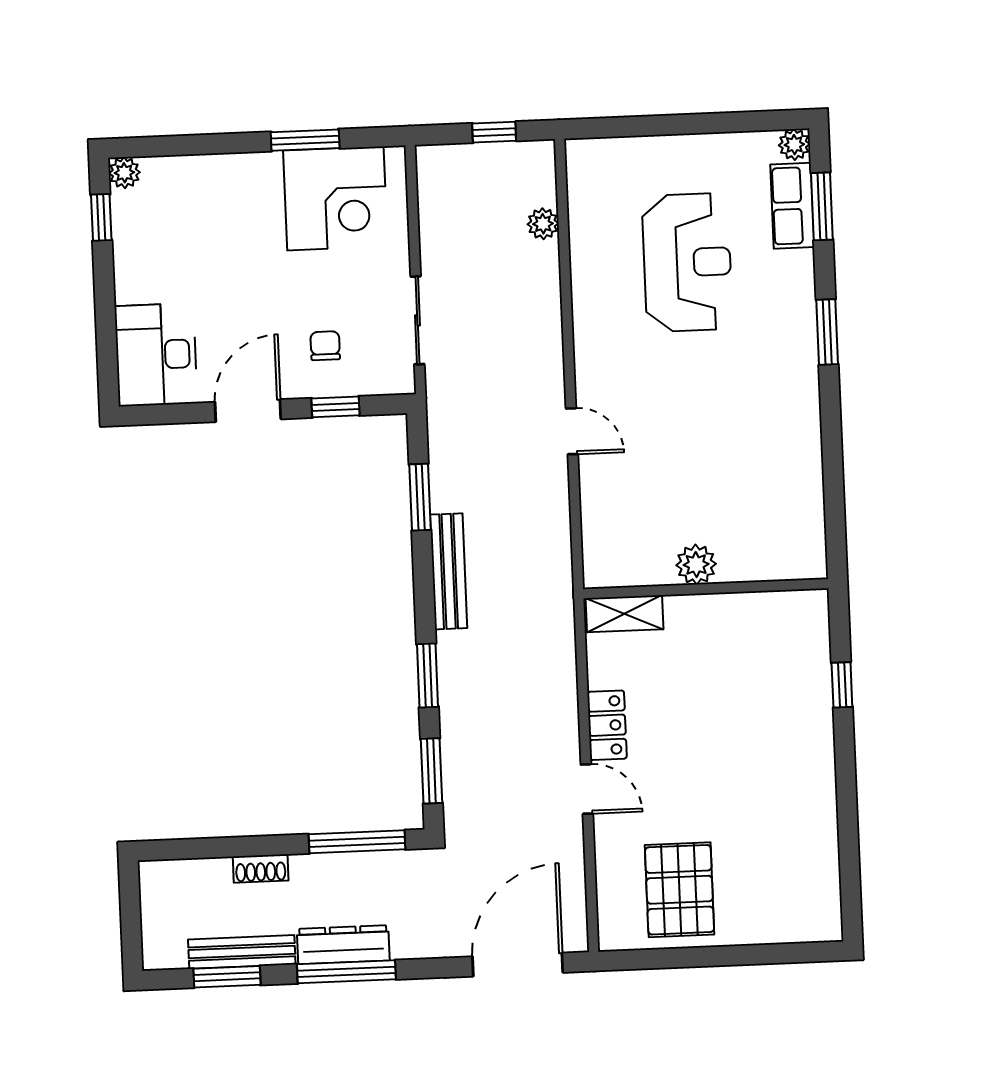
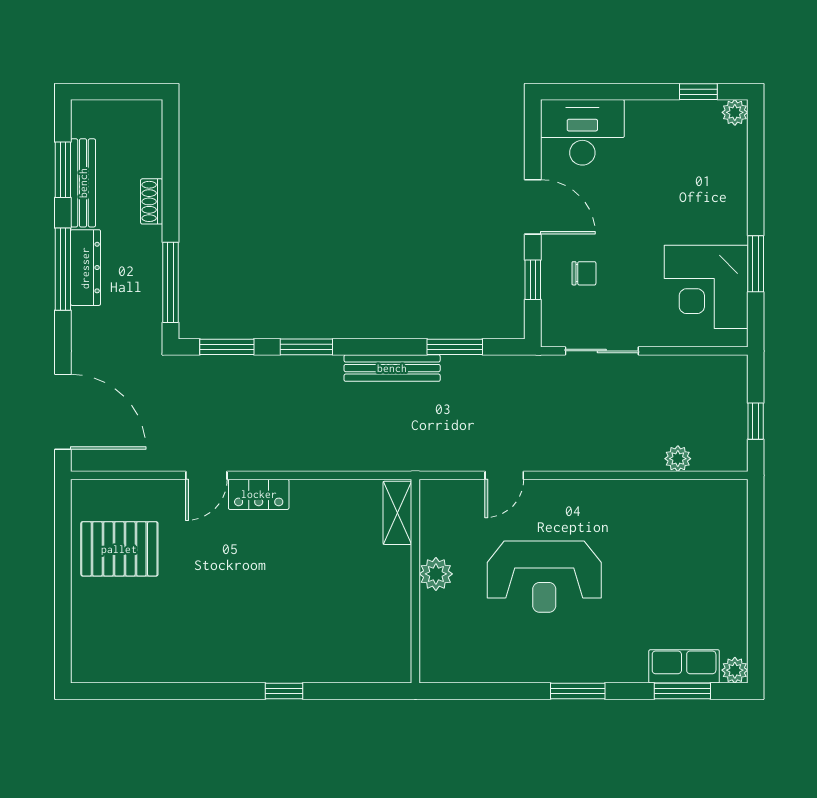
reception desk: (687, 262) -> (544, 577), moved
plant: (696, 565) -> (436, 574), moved
wall: (706, 589) -> (415, 581), moved
shelving: (625, 614) -> (397, 513), moved

